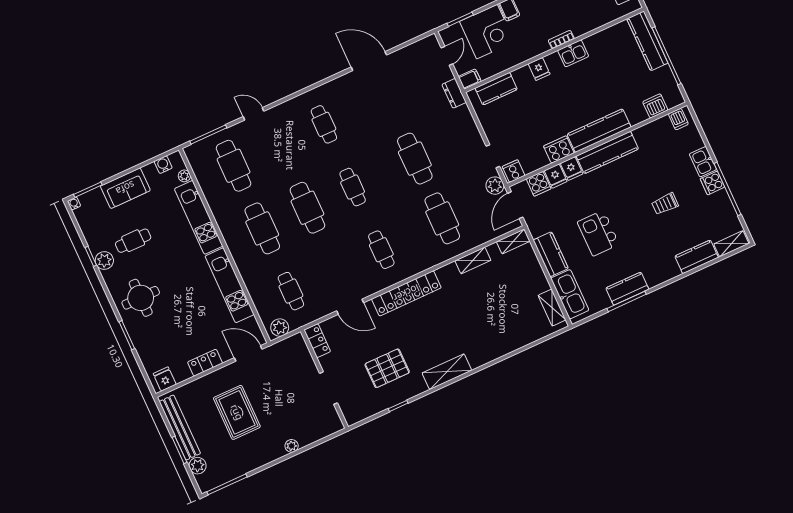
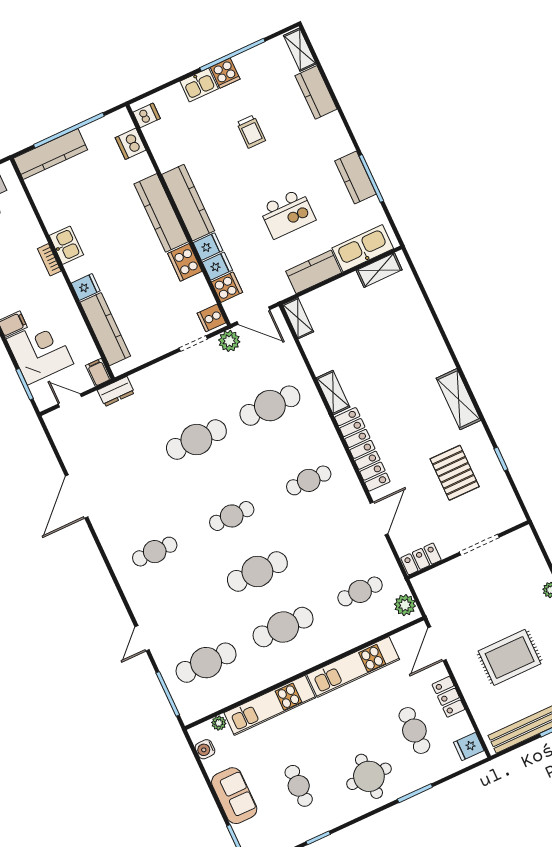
kitchen counter: (496, 89) -> (105, 329), width x1.50
shelving: (473, 260) -> (333, 392), moved
plant: (104, 261) -> (323, 821), removed
cafe table: (178, 335) -> (414, 730), added

